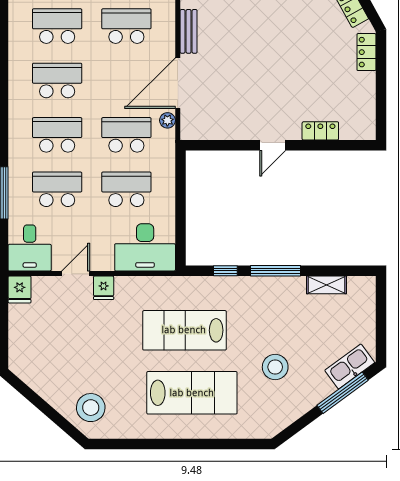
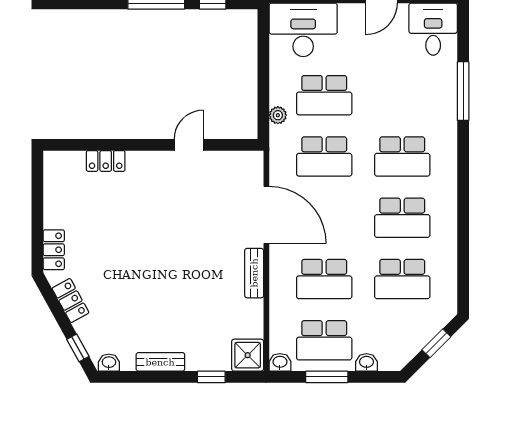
door: (178, 83) -> (266, 215), hinge flipped
plant: (167, 120) -> (278, 115), moved
door: (273, 145) -> (189, 145), moved
school desk: (57, 189) -> (402, 95), removed

